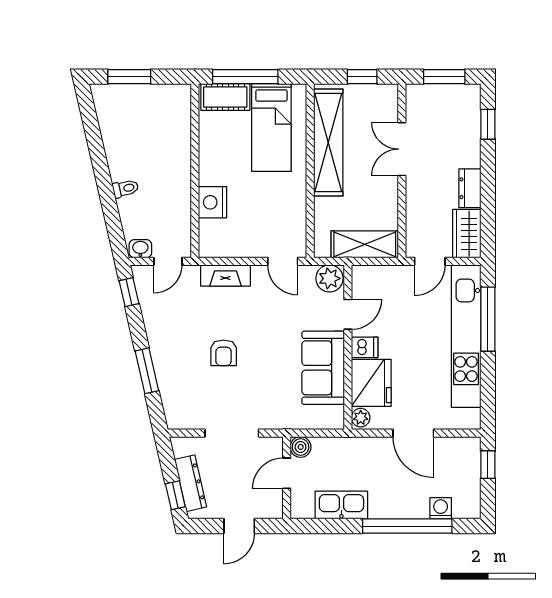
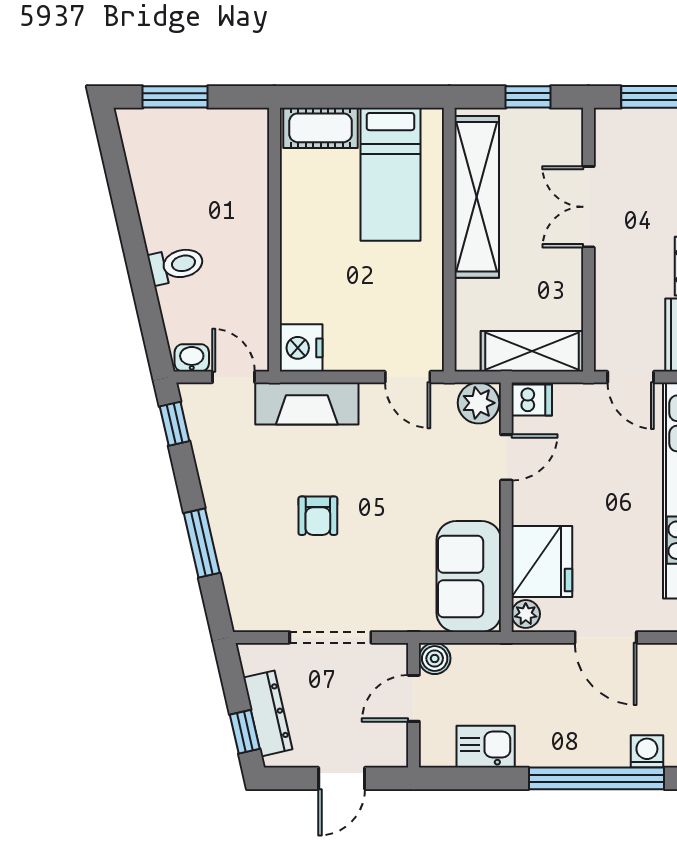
window: (245, 77) -> (351, 97), removed
toilet: (125, 188) -> (176, 265), width x1.37, depth x1.39
nightstand: (212, 202) -> (301, 348), moved
door: (168, 261) -> (234, 377), swing flipped
door: (430, 261) -> (631, 377), hinge flipped
fireplace: (225, 275) -> (307, 404), width x1.37, depth x1.32
dishwasher: (365, 347) -> (532, 400), moved
sofa: (323, 368) -> (469, 577), moved
kitchen sink: (341, 505) -> (486, 747), width x0.73

